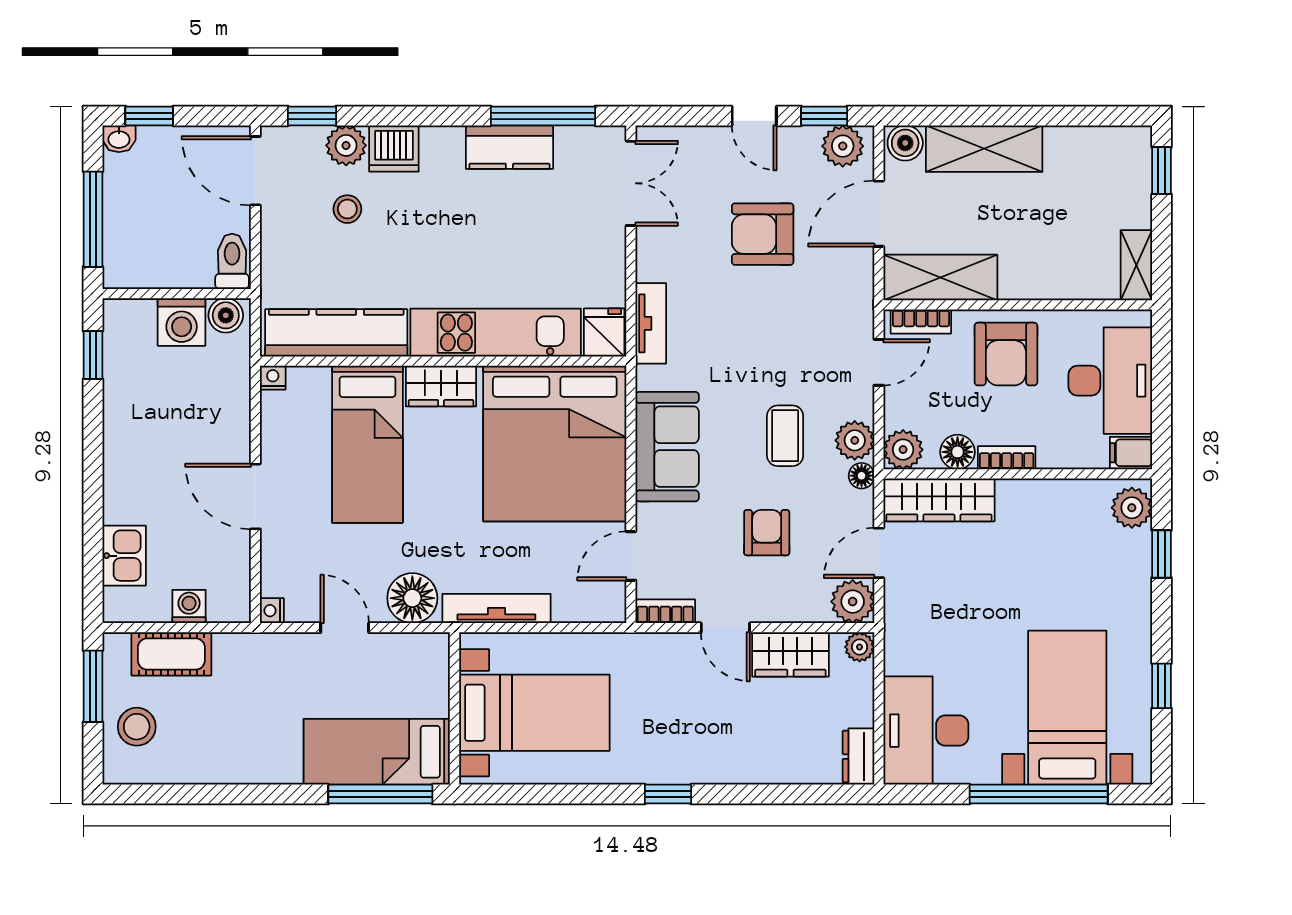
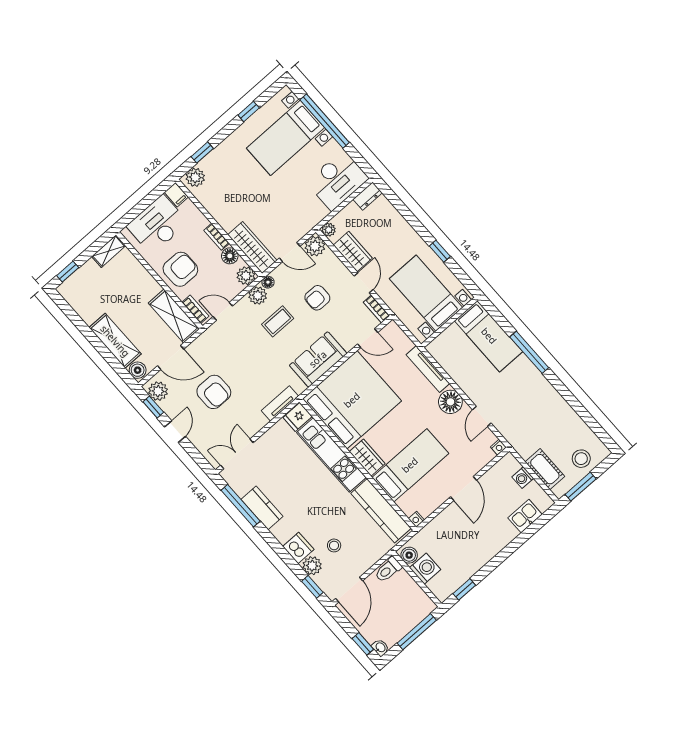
wall: (455, 708) -> (449, 322), moved
bed with nightstands: (534, 713) -> (426, 293), moved
bed: (377, 752) -> (489, 336), moved

